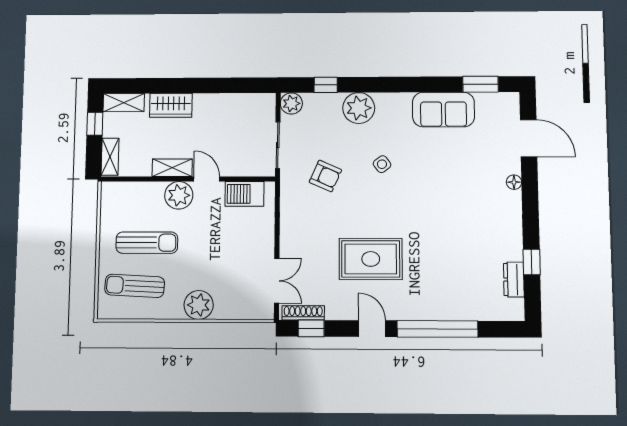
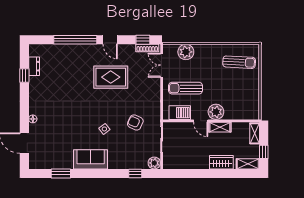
window: (481, 84) -> (61, 173), moved
plant: (359, 108) -> (117, 160), removed
sofa: (443, 110) -> (91, 159), moved
sun lounger: (147, 243) -> (186, 88), moved
plant: (199, 305) -> (186, 52), moved

